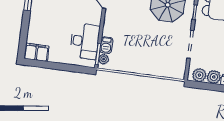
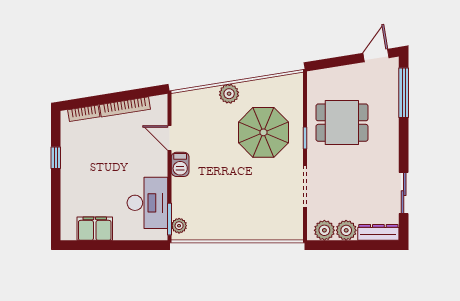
barbecue: (106, 45) -> (180, 164), moved
filing cabinet: (37, 52) -> (95, 229), moved

